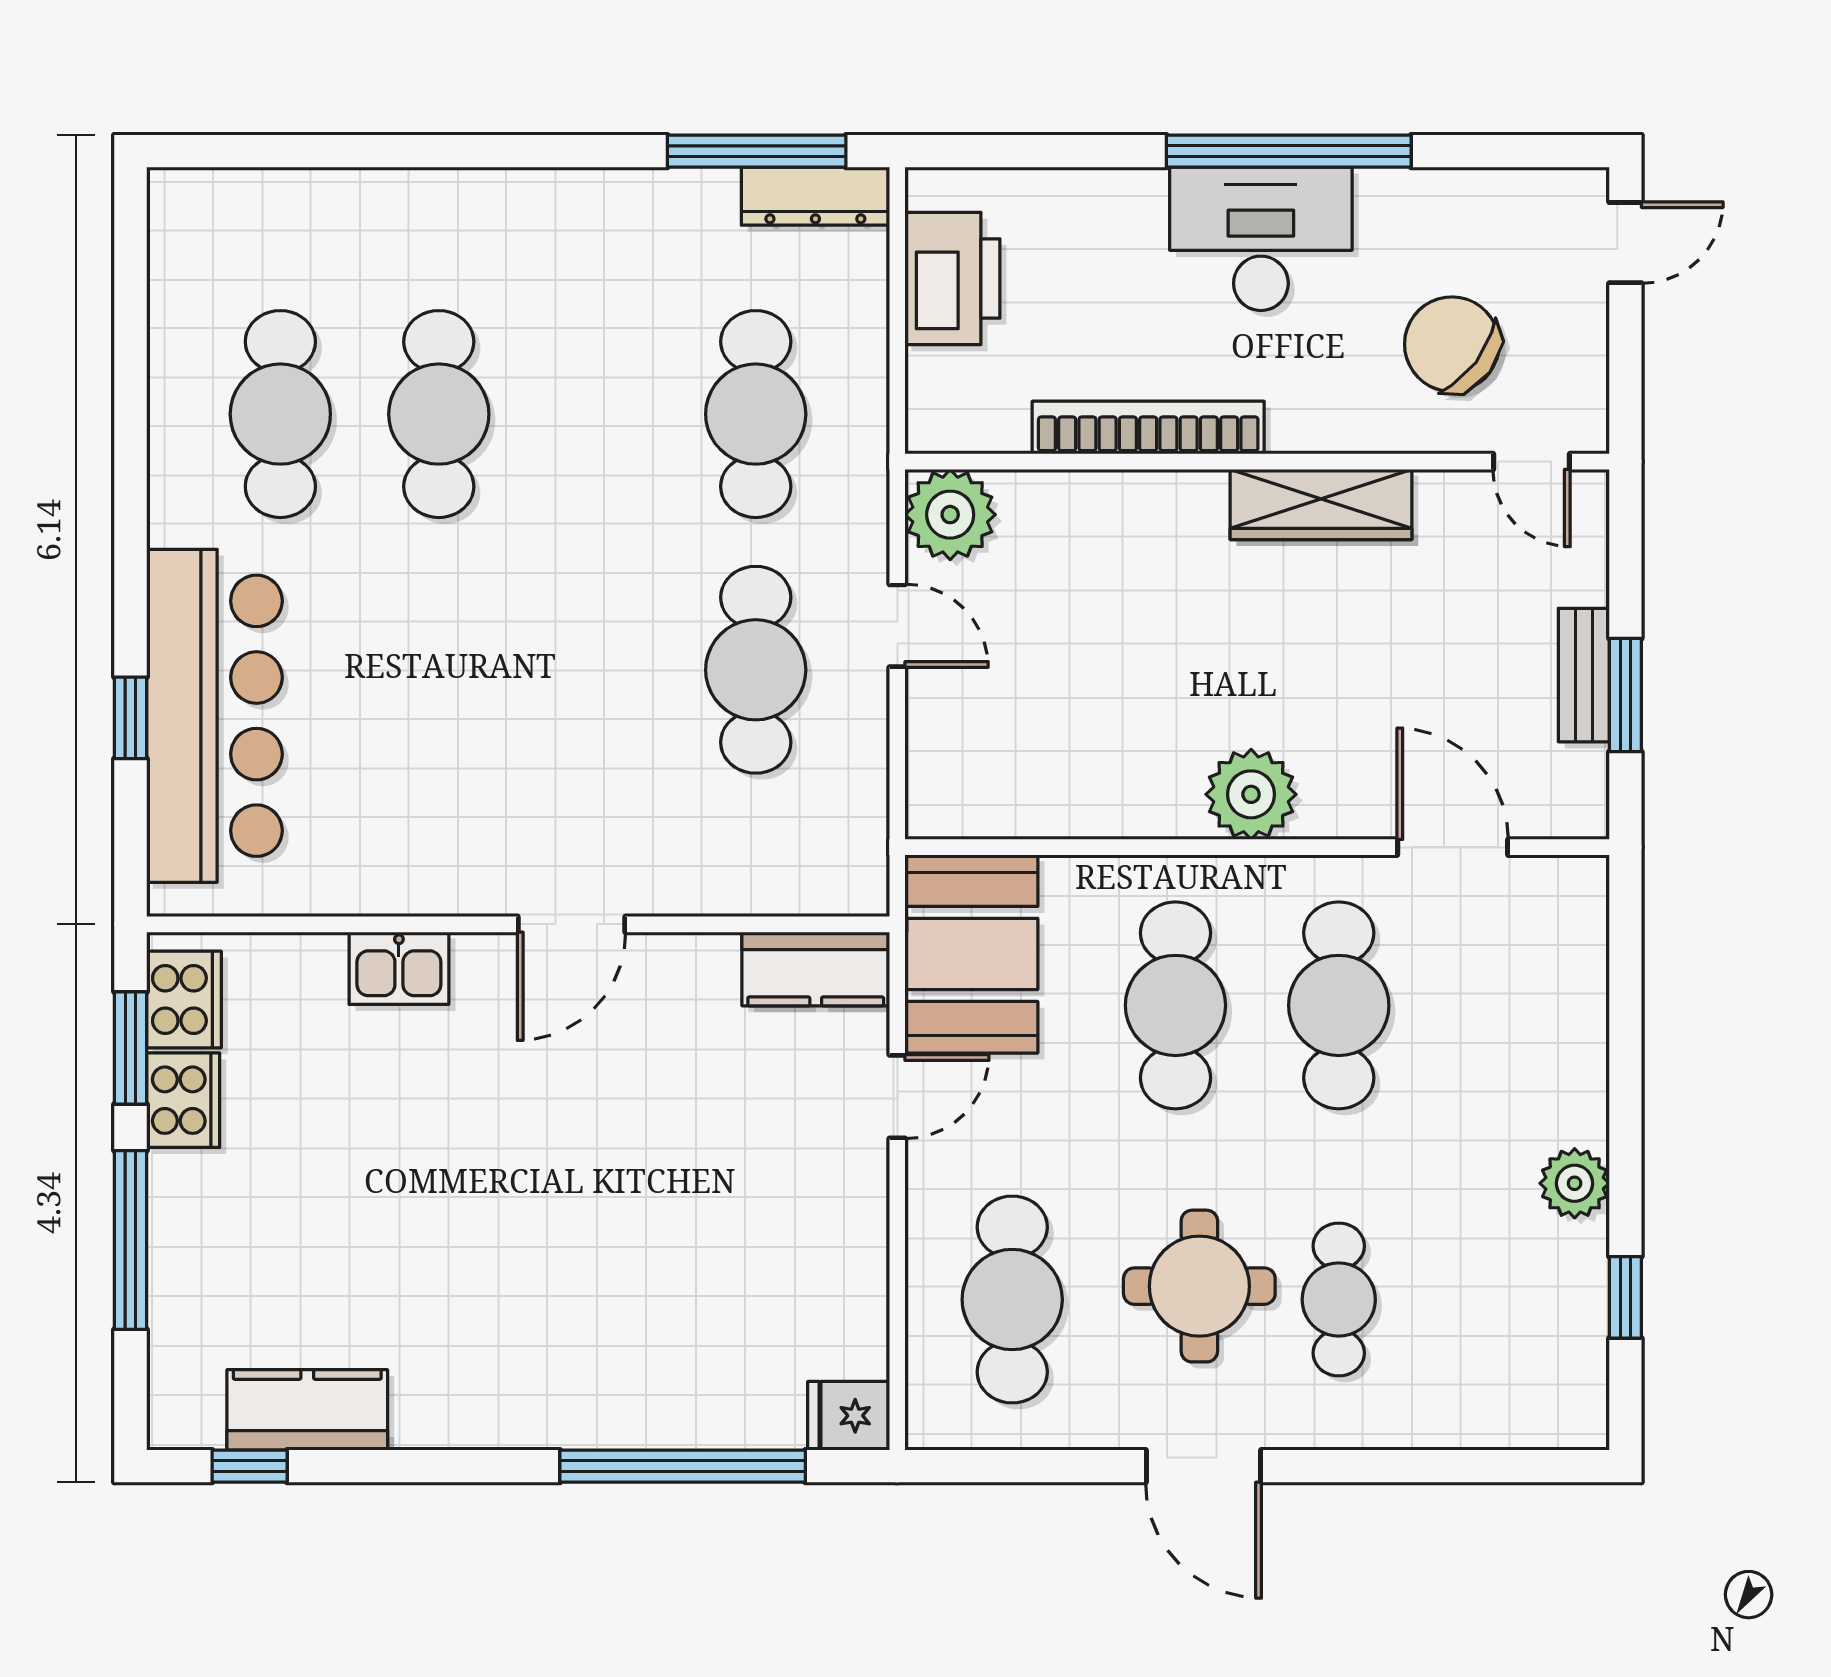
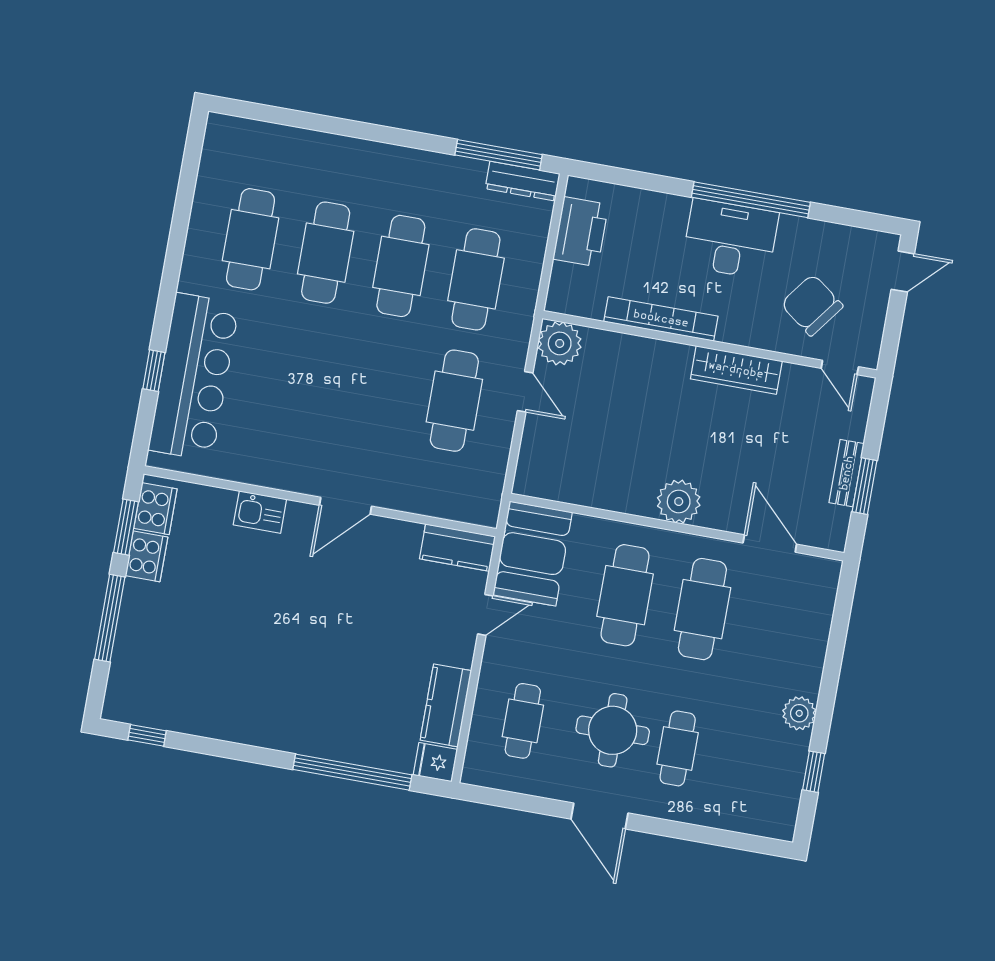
cafe table: (597, 414) -> (401, 266), added
cafe table: (1012, 1300) -> (523, 721), width x0.73, depth x0.74
kitchen counter: (307, 1410) -> (446, 705), moved, turned -90

